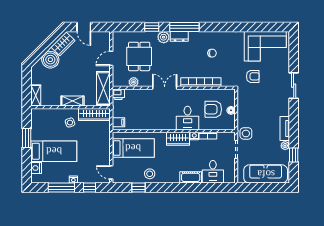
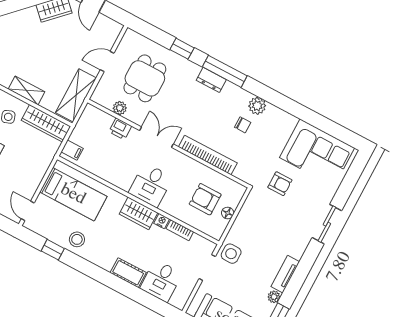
plant: (164, 37) -> (257, 106), moved
boiler: (50, 60) -> (26, 21), removed
printer: (118, 94) -> (120, 129), moved
desk: (188, 118) -> (151, 185), moved

